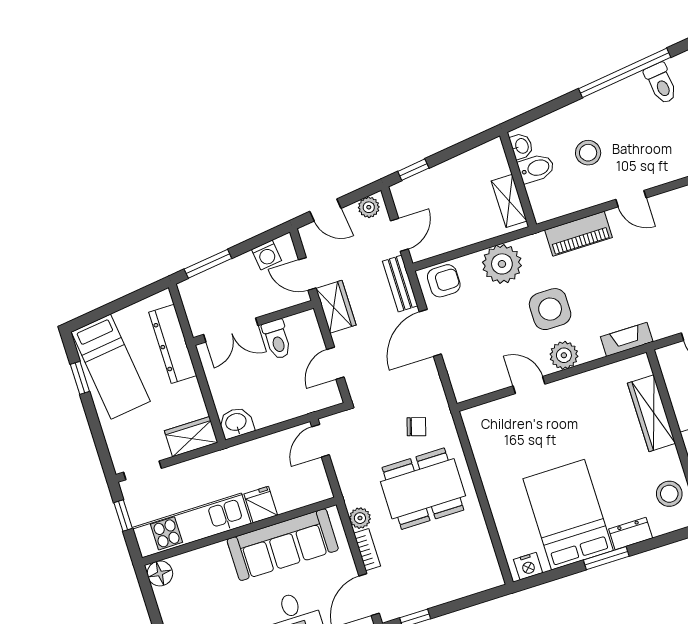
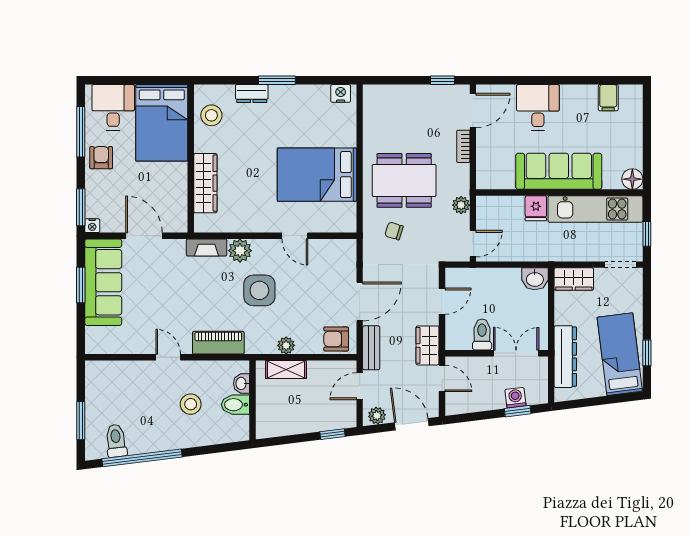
washbasin: (521, 146) -> (242, 383), moved
shelving: (509, 201) -> (286, 369), moved, turned 90
door: (325, 210) -> (412, 424), width x1.38
washing machine: (267, 255) -> (515, 398), moved
window: (208, 264) -> (518, 411), width x0.67
plant: (502, 264) -> (286, 345), width x0.53, depth x0.53
plant: (564, 355) -> (240, 251), moved
bed: (568, 515) -> (317, 175), moved, turned 90
plant: (360, 518) -> (461, 205), moved
sofa: (283, 545) -> (559, 171), moved

